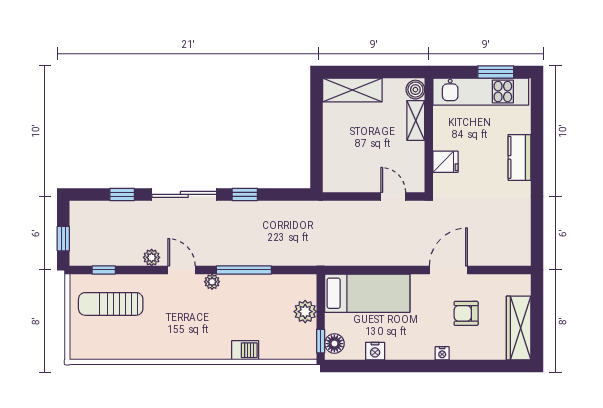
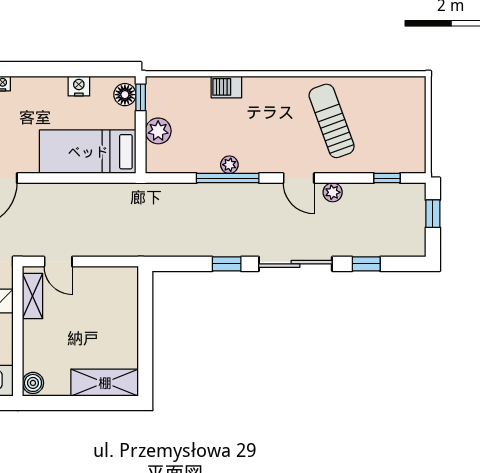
shelving: (416, 120) -> (33, 296), moved
plant: (212, 282) -> (229, 165), moved
sun lounger: (111, 304) -> (332, 121), moved, turned -110

